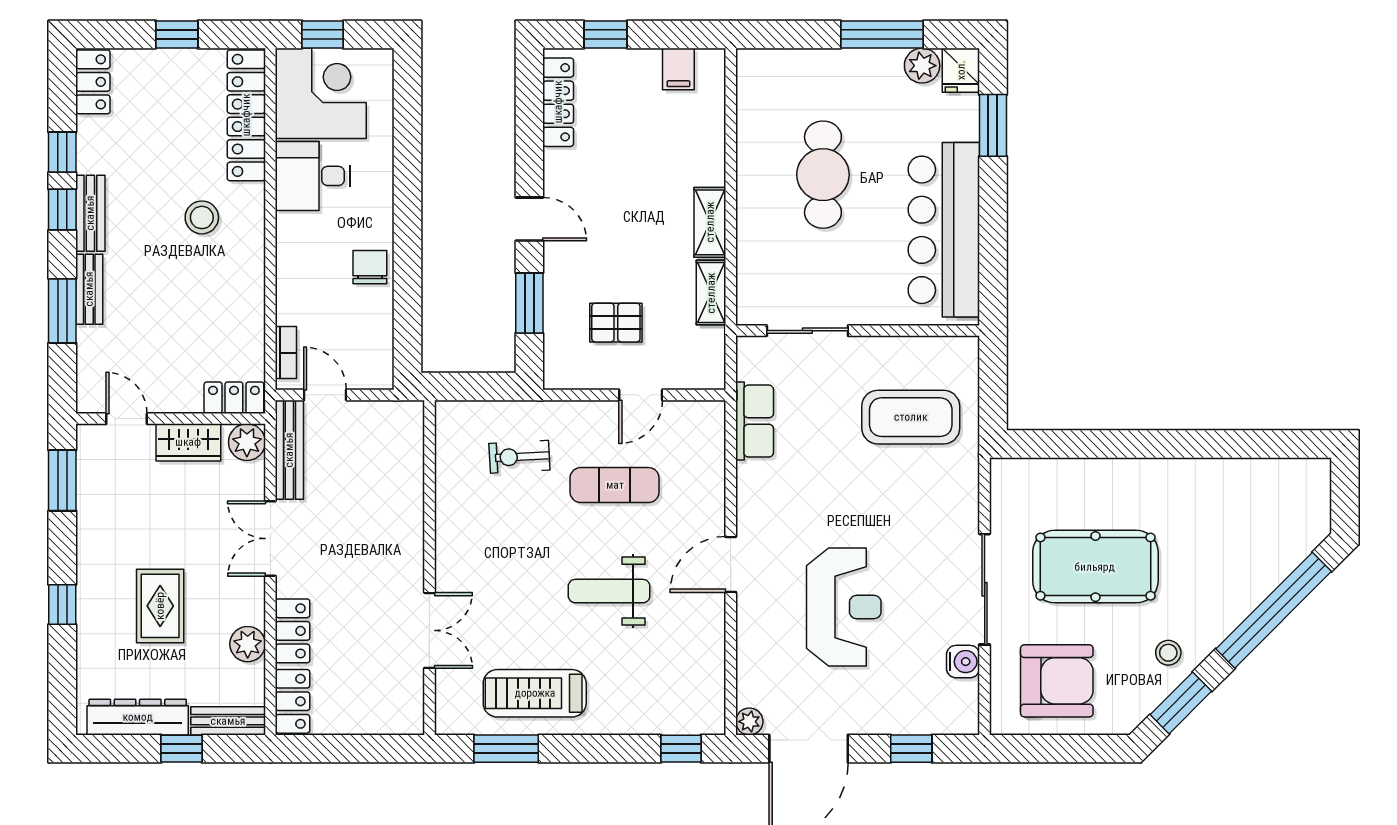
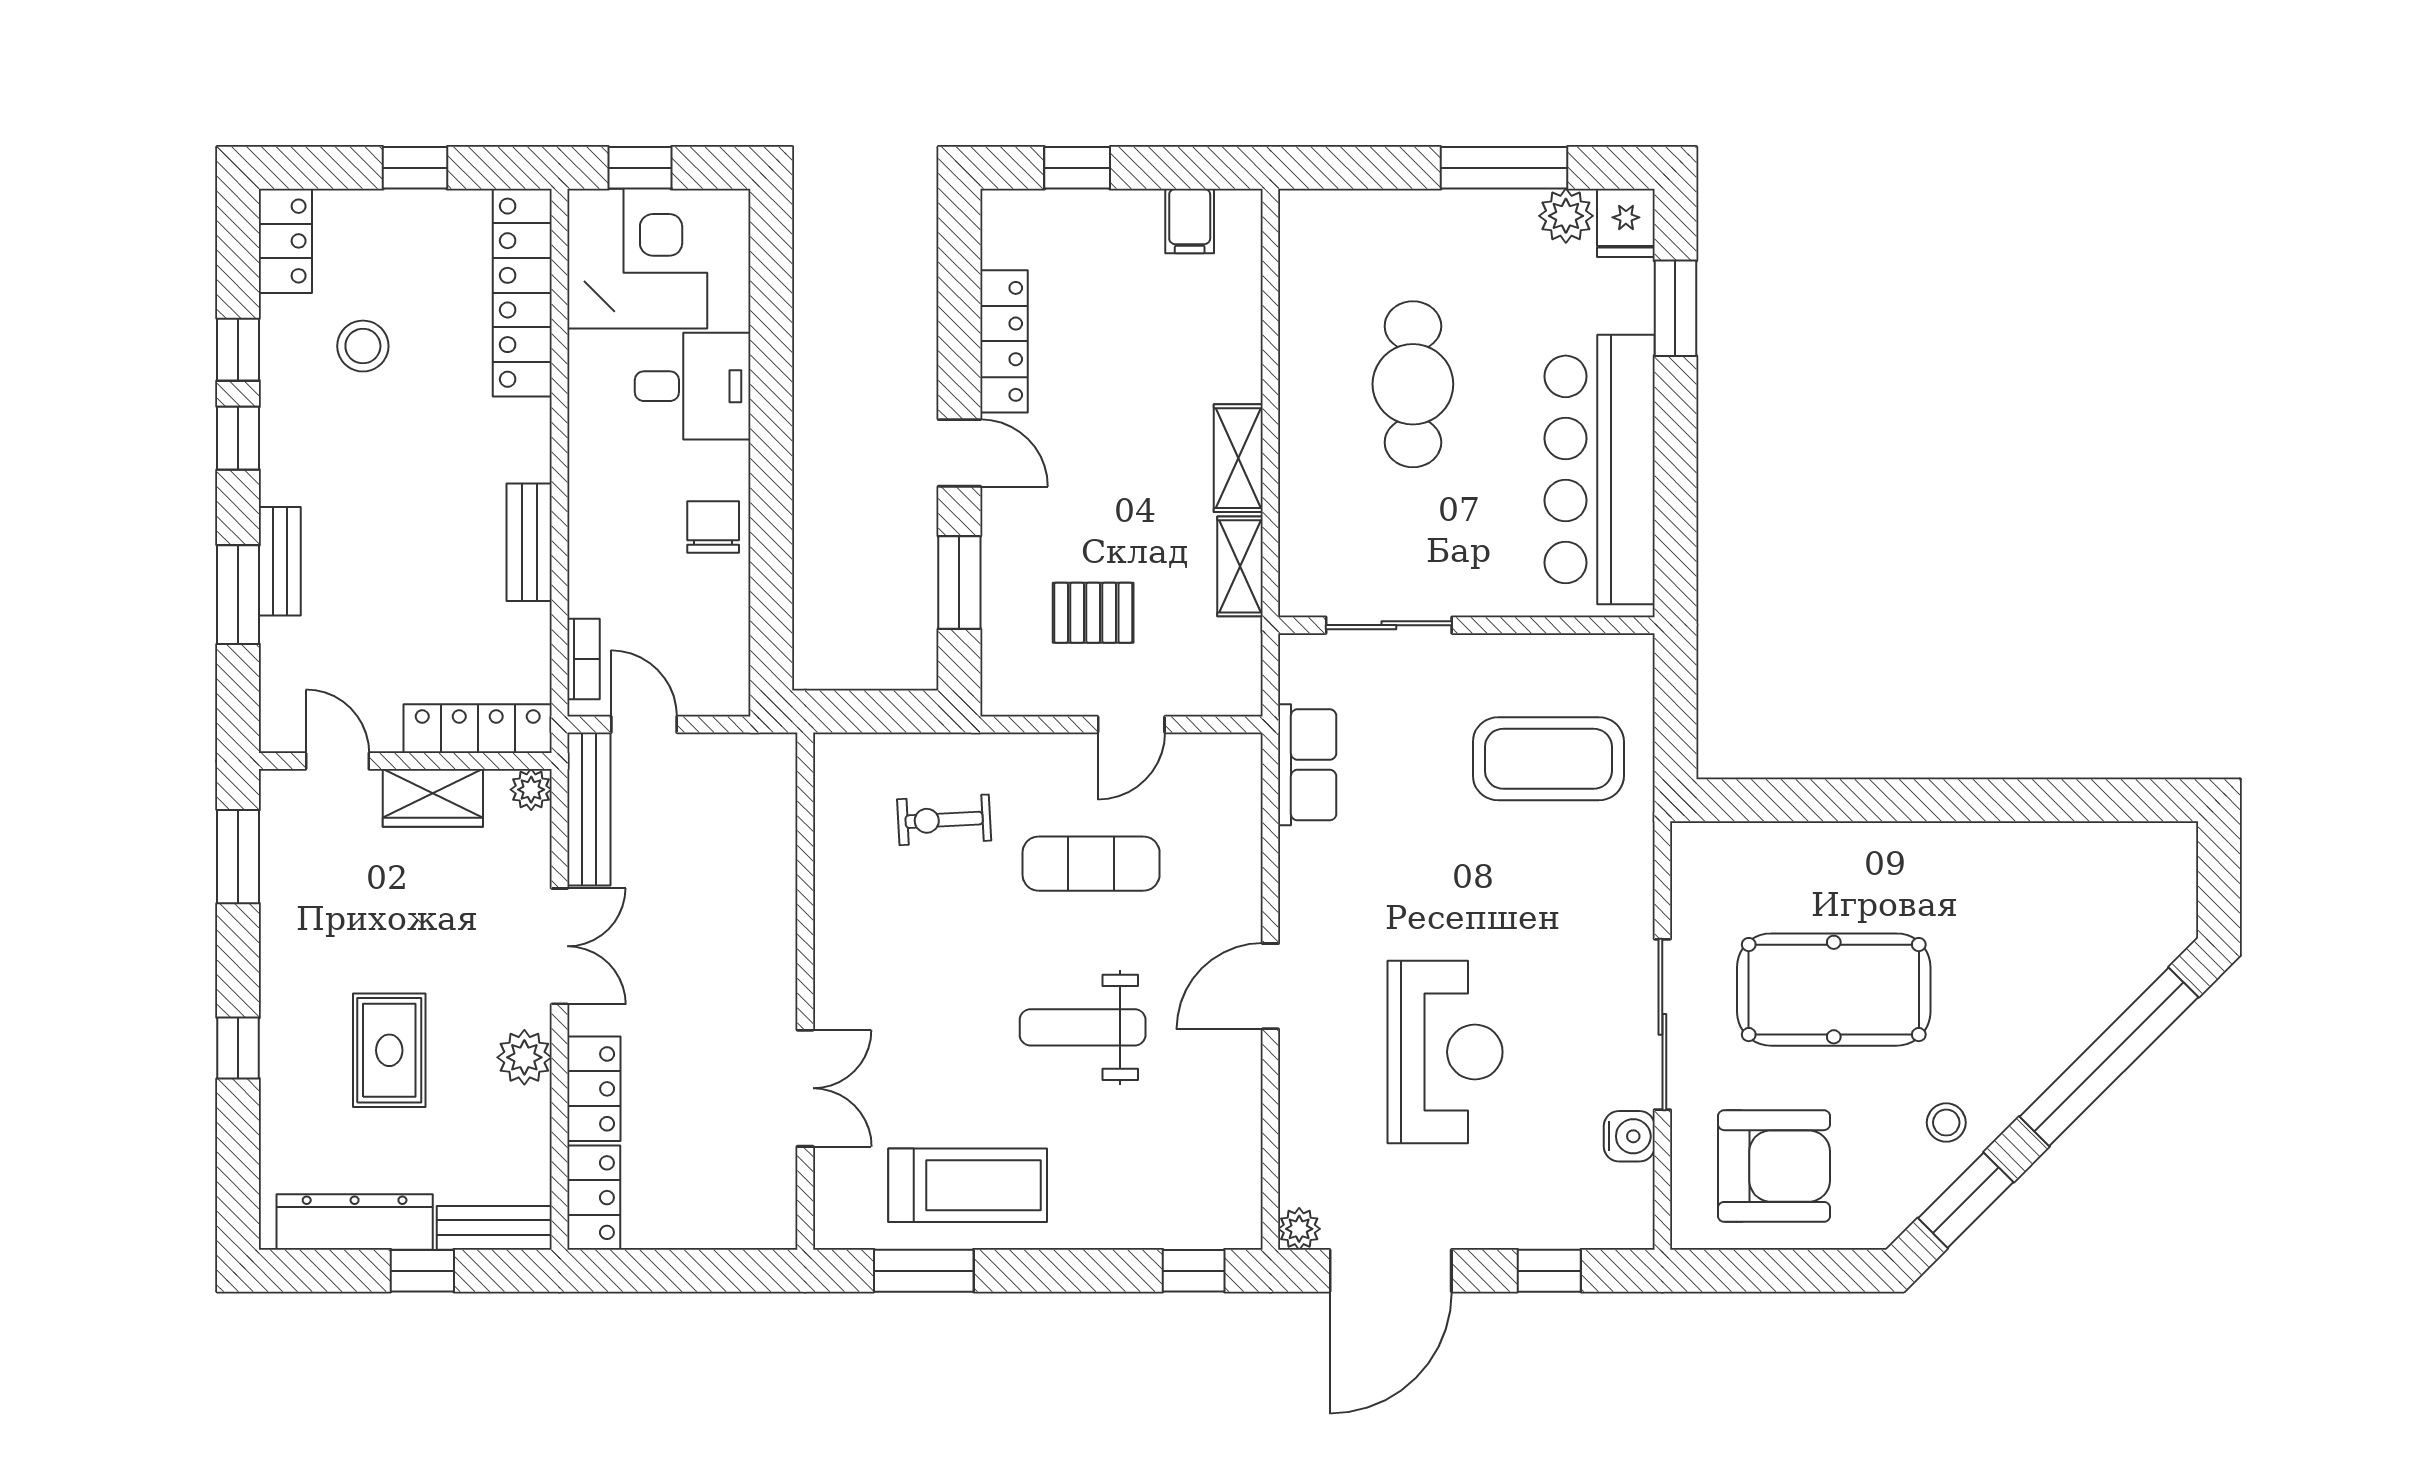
locker: (558, 102) -> (1004, 341), moved
desk: (313, 176) -> (693, 386), moved, turned 180
bench: (90, 213) -> (529, 542), moved
stool: (202, 217) -> (363, 346), moved
locker: (234, 398) -> (478, 729), width x1.53
plant: (247, 442) -> (531, 790), width x0.73, depth x0.73
double door: (270, 539) -> (560, 946), swing flipped
plant: (248, 644) -> (524, 1057), moved
treadmill: (535, 693) -> (968, 1185), turned 180

